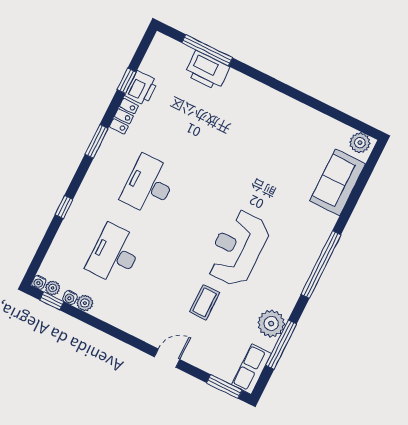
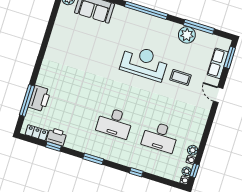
locker: (124, 116) -> (37, 133), moved
reception desk: (237, 248) -> (144, 63), turned 180
row of seats: (251, 369) -> (218, 63), moved, turned 90

